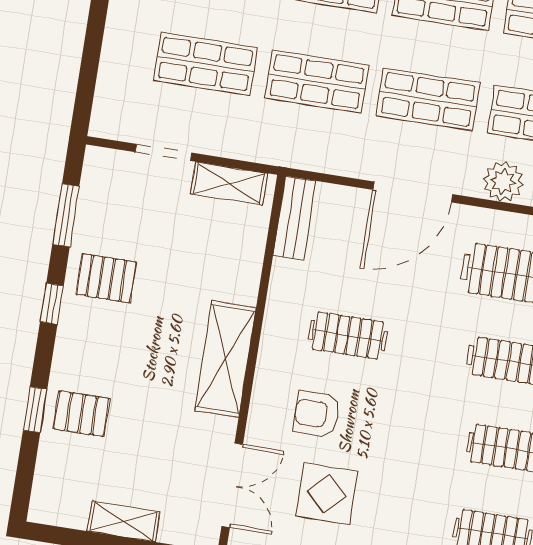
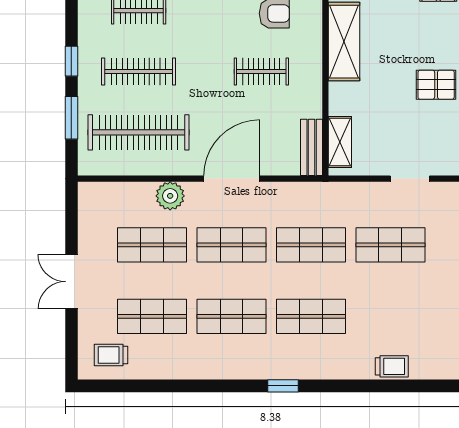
shelving: (229, 184) -> (340, 142), moved, turned 90

